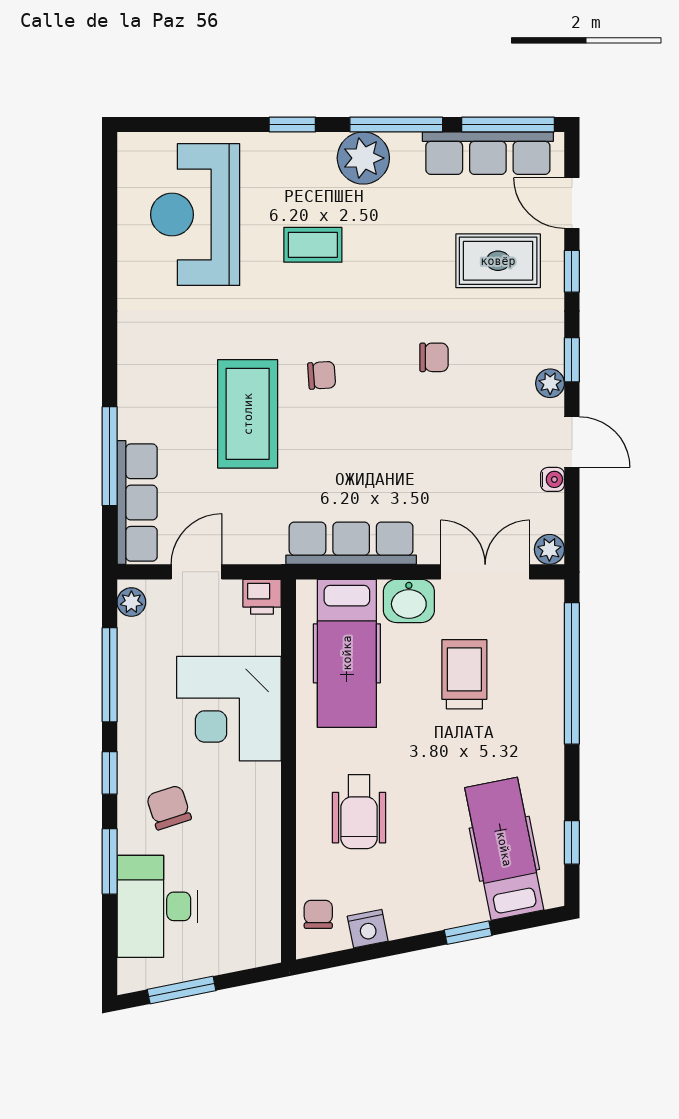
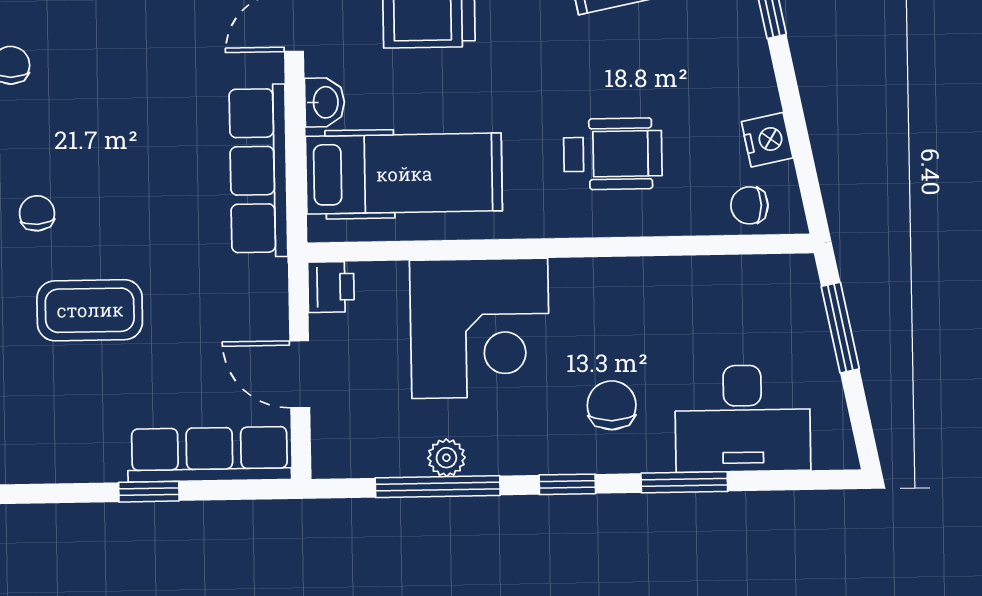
coffee table: (248, 414) -> (90, 310), width x0.73, depth x0.76
window: (110, 456) -> (149, 492), width x0.46
washbasin: (409, 601) -> (325, 102), width x0.72, depth x0.69
plant: (131, 602) -> (446, 458), moved
chair: (169, 807) -> (612, 405), turned 108
window: (182, 990) -> (840, 328), moved

